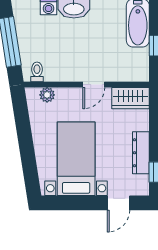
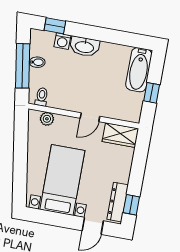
bidet: (25, 35) -> (37, 62), added
dresser: (141, 153) -> (118, 202), moved

